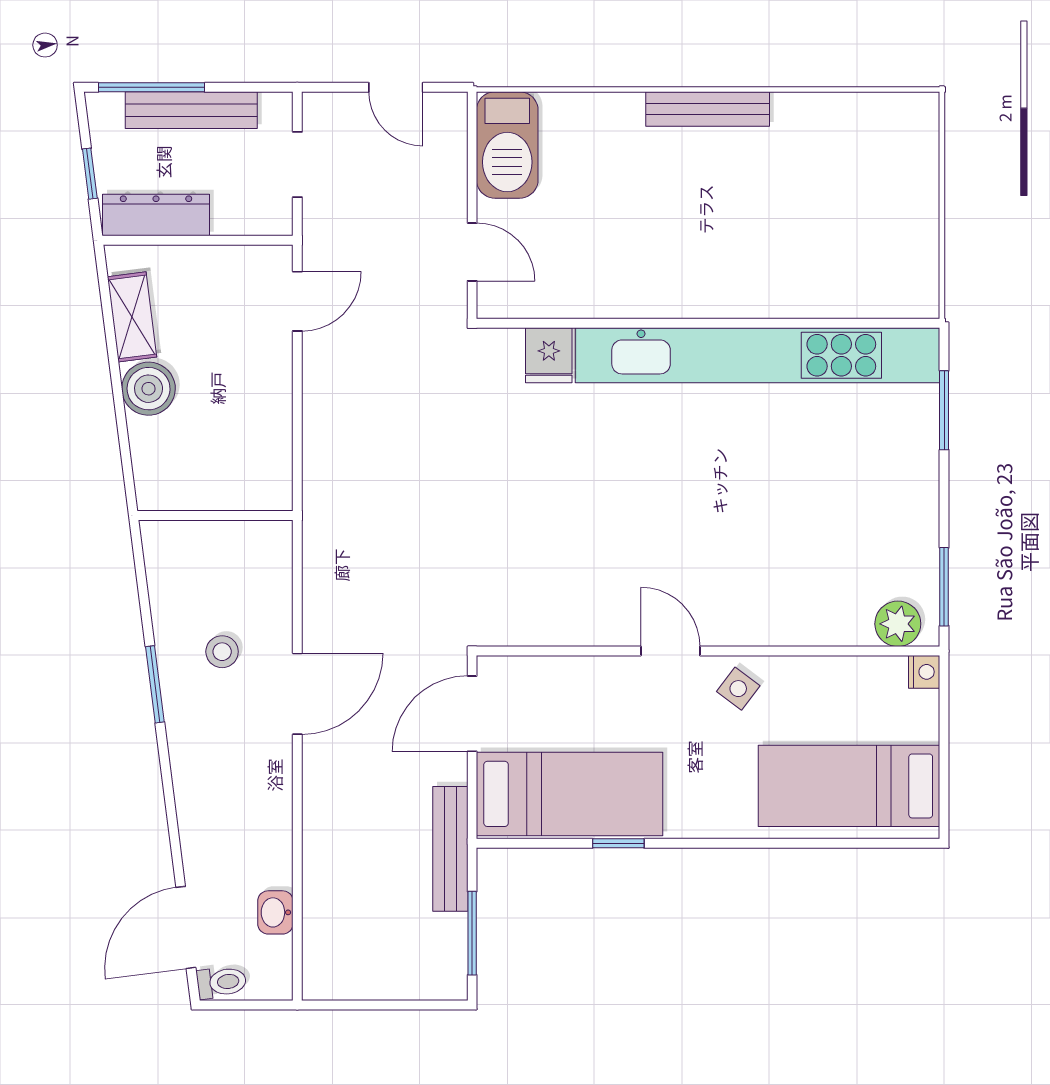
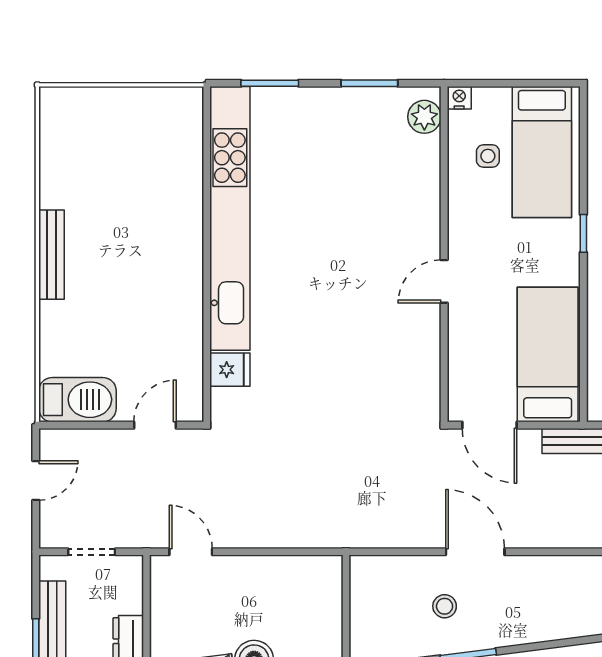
window: (944, 587) -> (369, 83), moved
side table: (738, 689) -> (488, 156), moved, turned -37
window: (618, 843) -> (583, 233), moved

